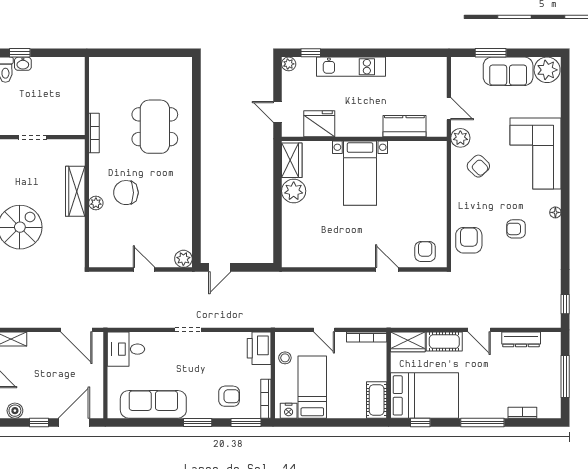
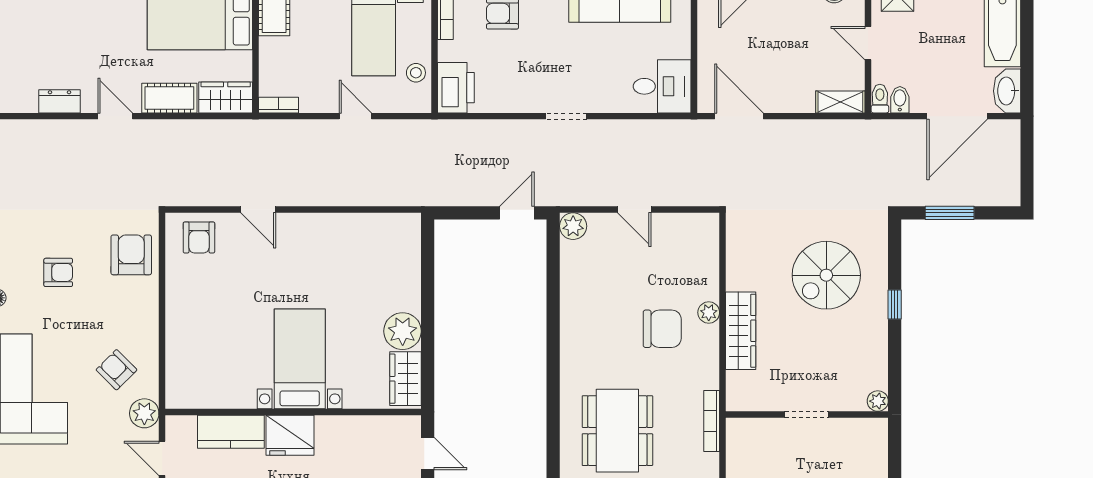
fridge: (319, 124) -> (290, 435), moved
armchair: (469, 240) -> (131, 255), turned 180
bookcase: (367, 337) -> (278, 105), width x0.64
dresser: (521, 339) -> (59, 101), width x0.70

